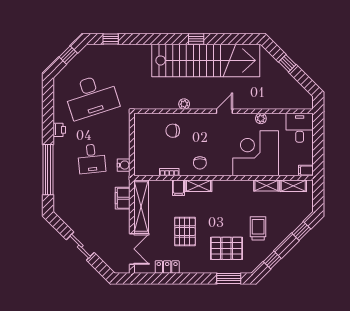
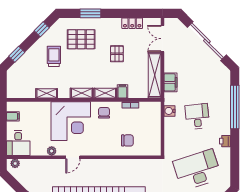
plant: (184, 104) -> (15, 163), moved
door: (224, 111) -> (73, 157), moved
corner desk: (256, 153) -> (71, 121), moved
filing cabinet: (306, 171) -> (13, 116), moved
shelving: (293, 186) -> (82, 93), moved
trolley: (258, 228) -> (54, 56), turned 180
pallet: (185, 231) -> (117, 54), width x0.67, depth x0.71
sliding door: (80, 246) -> (207, 41), width x1.86
window: (229, 278) -> (90, 13), moved

